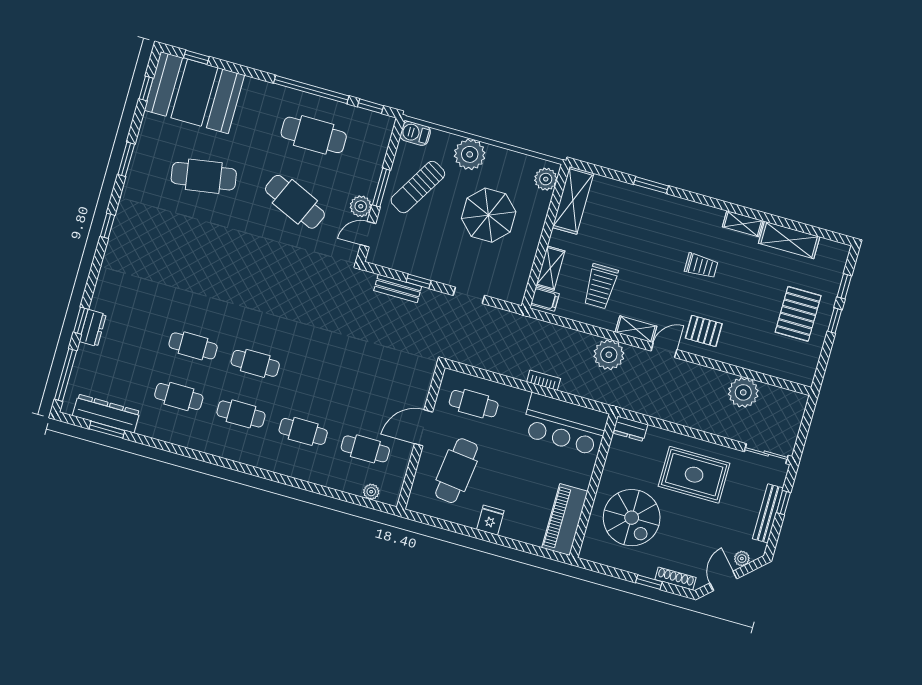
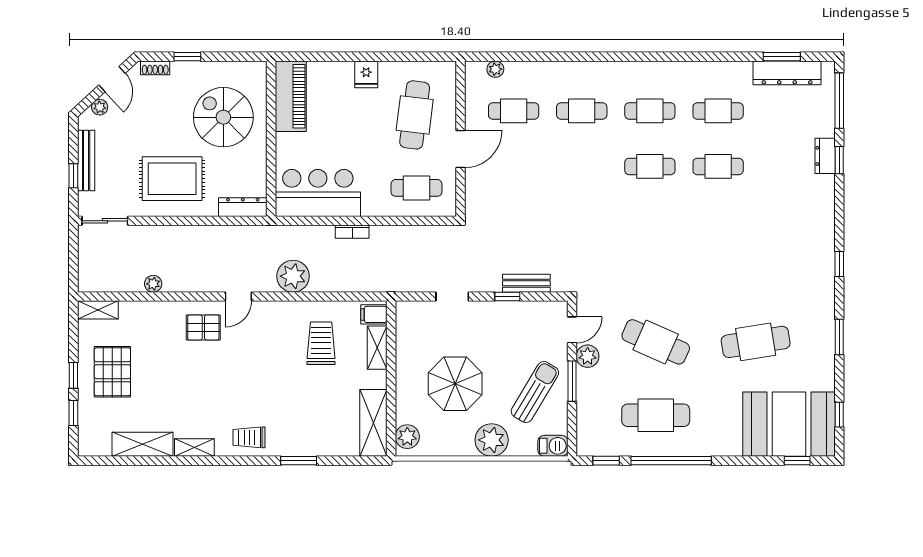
trolley: (701, 266) -> (249, 437), moved
shelving: (636, 329) -> (98, 310), moved
plant: (743, 392) -> (153, 284), width x0.53, depth x0.53
dresser: (630, 429) -> (243, 207), width x1.44
shoe rack: (675, 578) -> (155, 68), width x0.70

